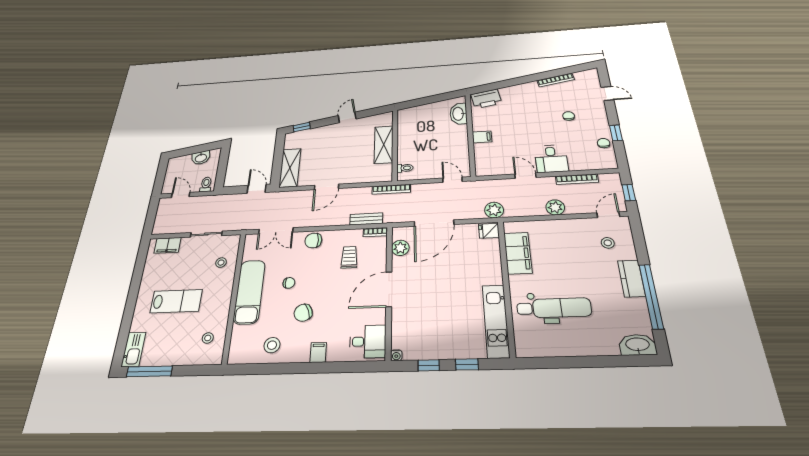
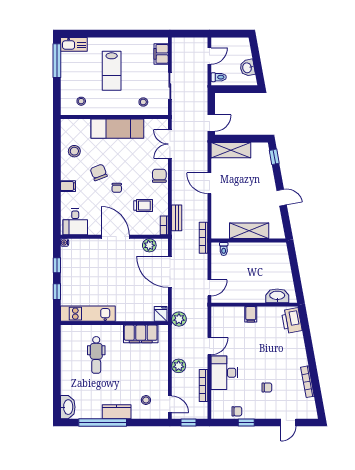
desk: (551, 159) -> (224, 373), width x1.37
chair: (289, 283) -> (117, 188), moved
dental chair: (554, 308) -> (96, 355), width x0.73, depth x0.72

